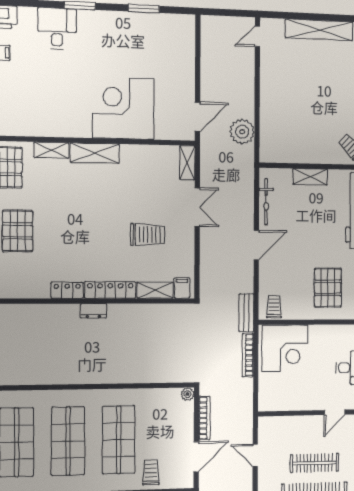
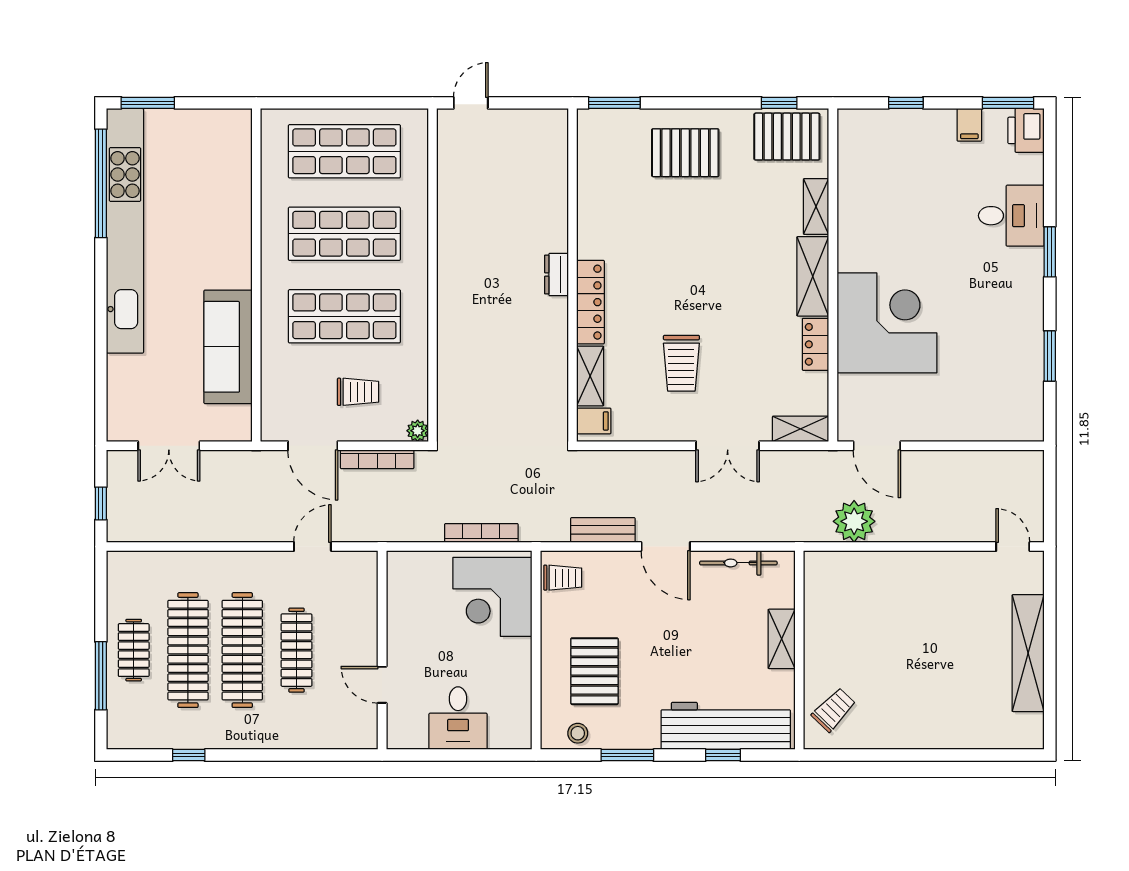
pallet: (328, 288) -> (594, 671), turned 90
locker: (67, 290) -> (815, 344), moved, turned 180
bench: (246, 313) -> (603, 530), moved
trolley: (151, 472) -> (358, 392), moved

